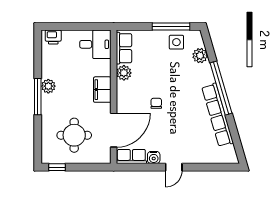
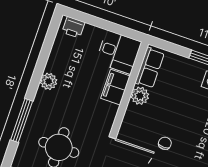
filing cabinet: (102, 90) -> (115, 87), moved
window: (38, 97) -> (22, 121), moved

